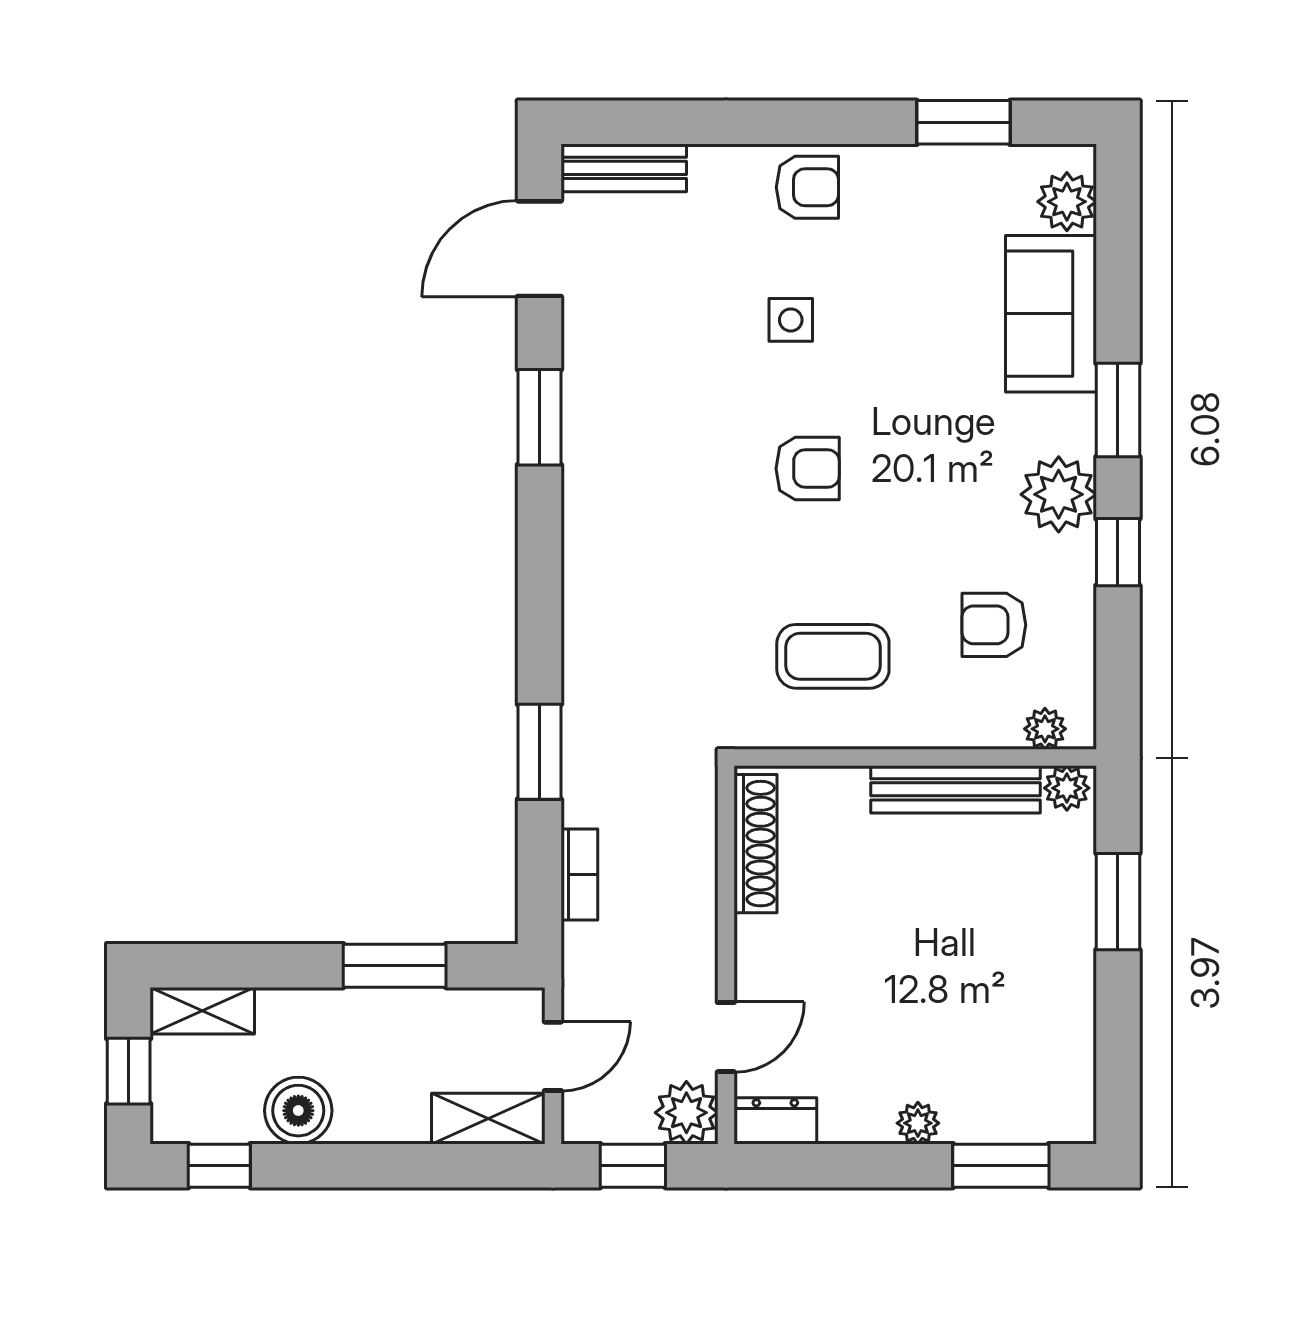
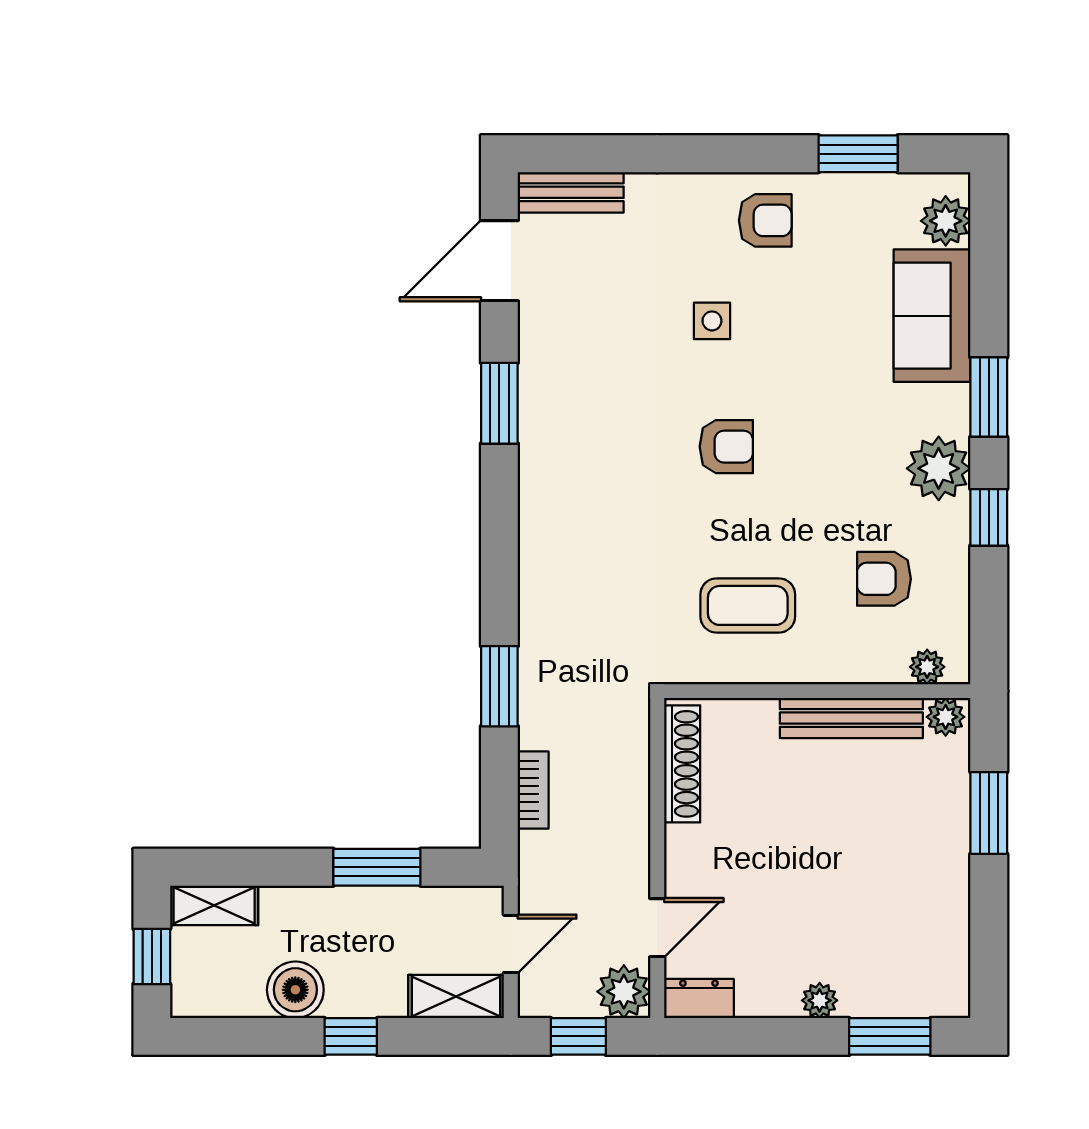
armchair: (807, 187) -> (765, 220), moved
window: (219, 1166) -> (351, 1036), moved

